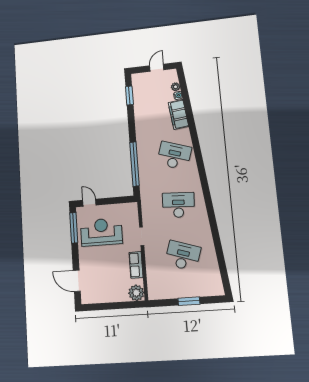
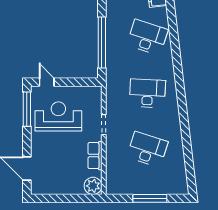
window: (189, 301) -> (150, 198), width x1.44

